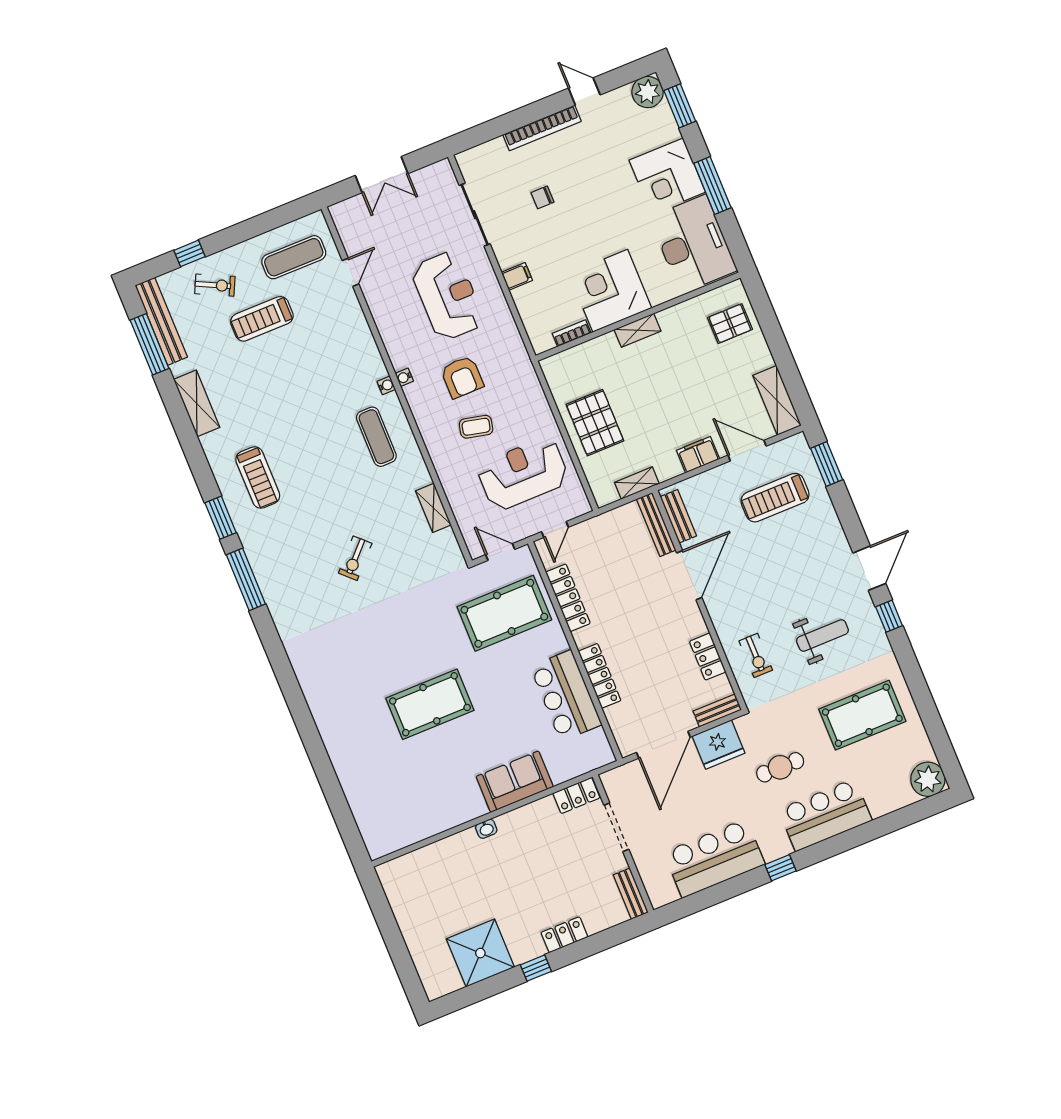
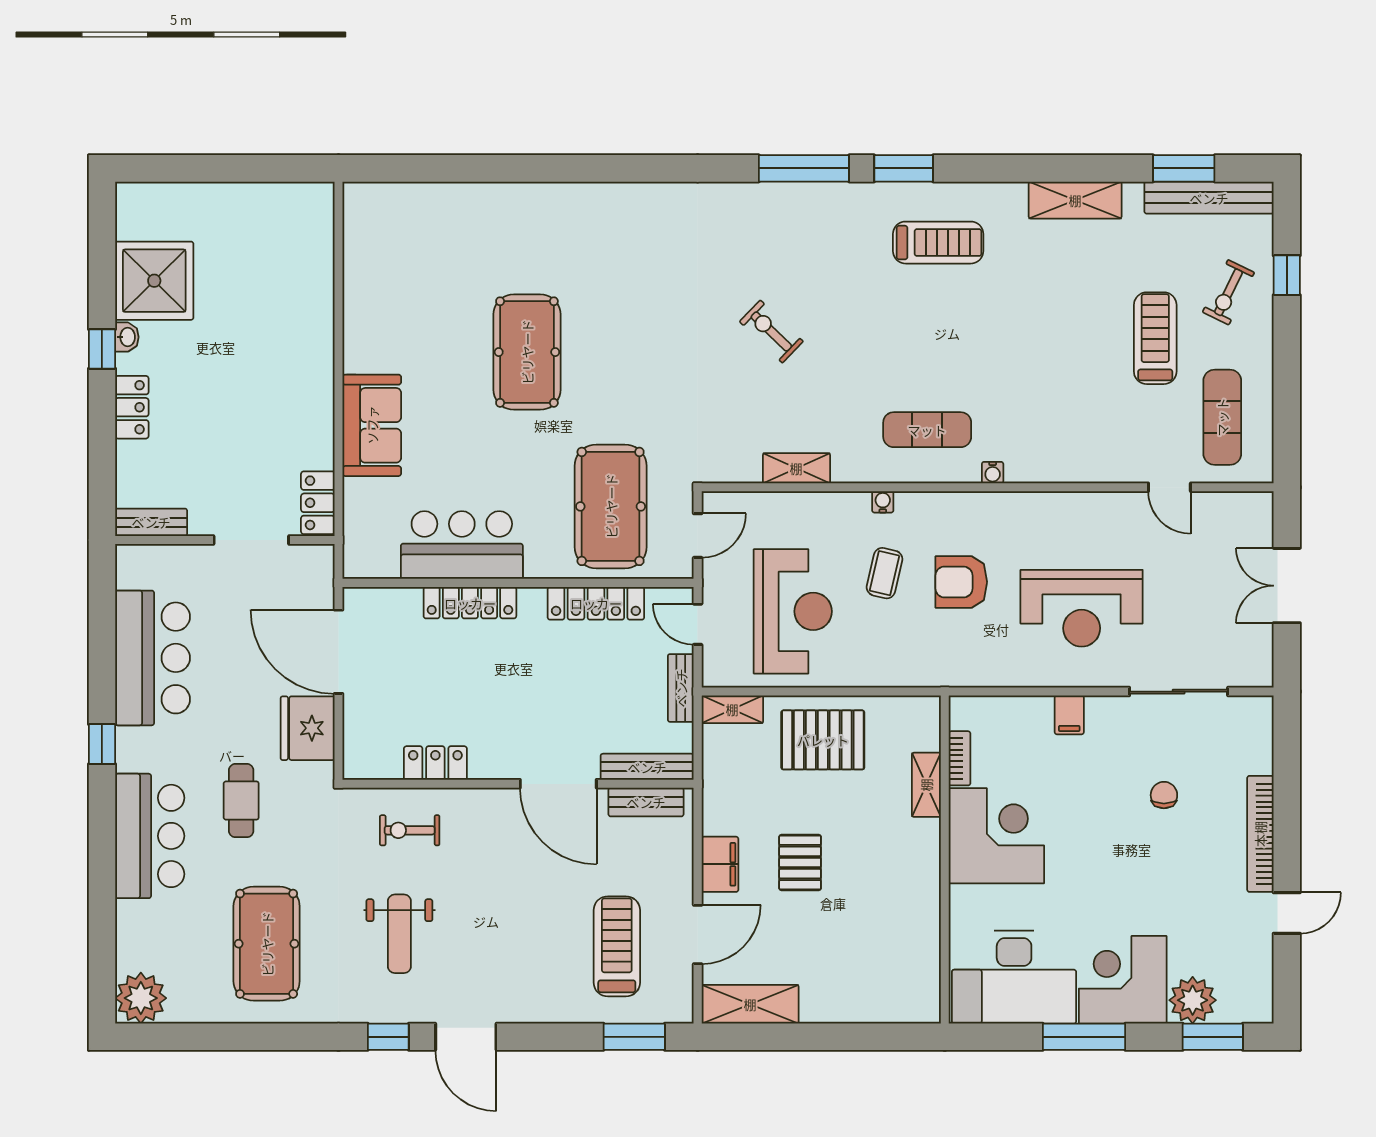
plant: (648, 92) -> (1193, 1000), moved
pallet: (730, 324) -> (800, 863), moved
shelving: (637, 330) -> (926, 785), moved
window: (149, 344) -> (1184, 168), width x0.69
water cooler: (404, 377) -> (883, 502), moved
treadmill: (258, 477) -> (938, 243), turned 180
shelving: (637, 483) -> (732, 709), moved, turned 90
bench: (717, 710) -> (681, 688), moved
washbasin: (486, 829) -> (127, 337), moved, turned 180

